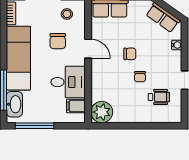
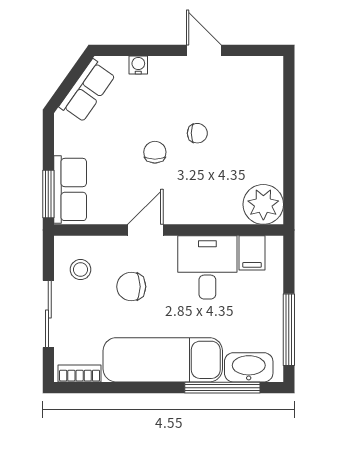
chair: (58, 41) -> (131, 287), turned 180
wheelchair: (159, 97) -> (235, 98), removed

